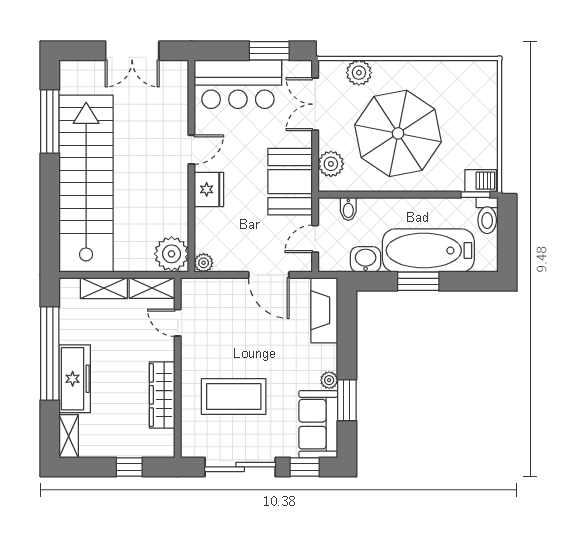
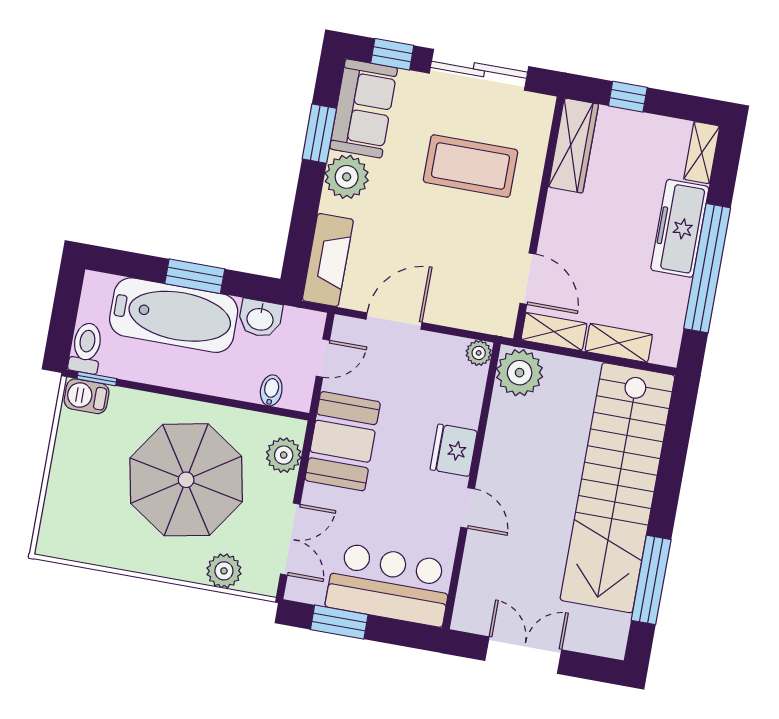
door: (191, 150) -> (468, 508), swing flipped
door: (269, 275) -> (394, 321), hinge flipped
door: (178, 323) -> (528, 279), width x1.37
plant: (329, 380) -> (347, 177), width x1.87, depth x1.87
wardrobe: (162, 395) -> (573, 146), moved

